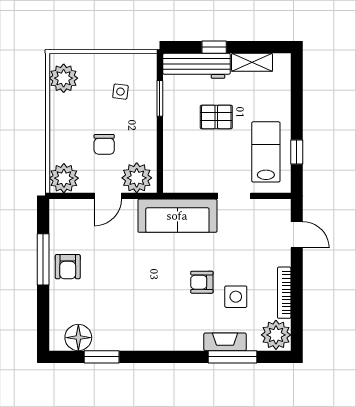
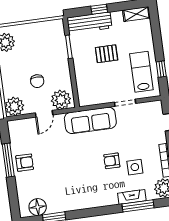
shelving: (252, 62) -> (136, 14), moved
side table: (120, 92) -> (43, 46), removed
armchair: (68, 267) -> (25, 163), turned -90

